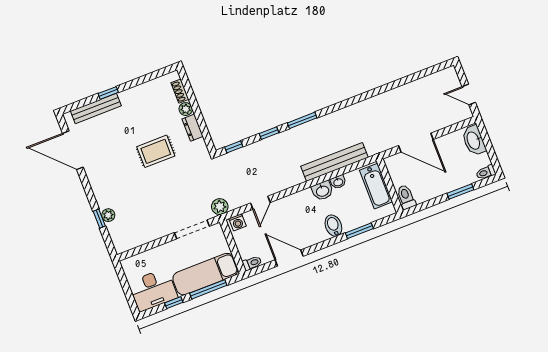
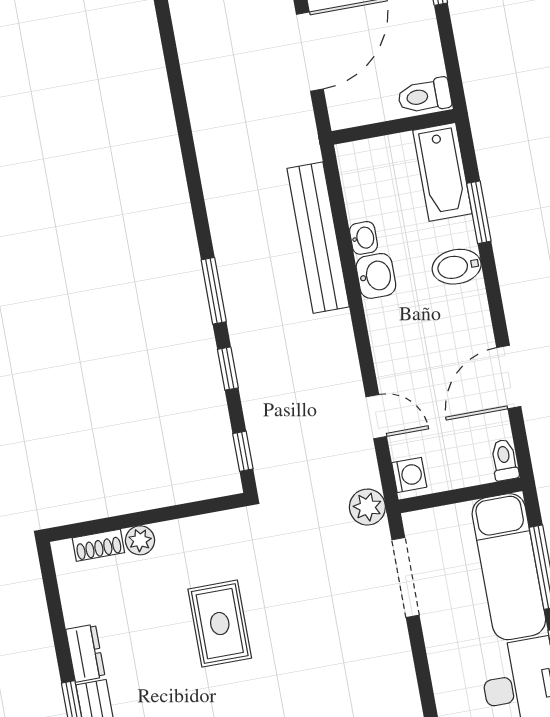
dresser: (193, 128) -> (85, 653), moved, turned -90
bathtub: (376, 186) -> (442, 172), moved, turned 90

